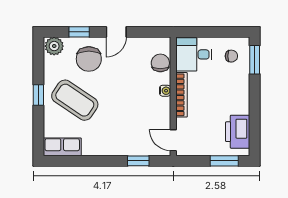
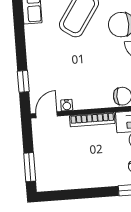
water cooler: (165, 91) -> (67, 105), moved
printer: (238, 132) -> (60, 178), removed

